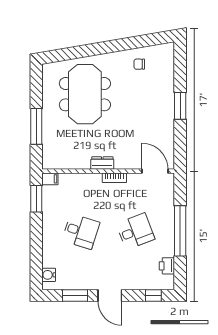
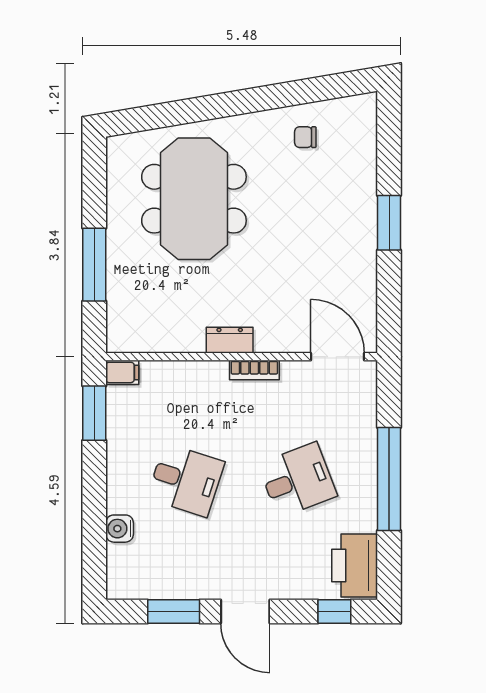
printer: (167, 266) -> (355, 565), width x1.87, depth x1.48
water cooler: (49, 275) -> (120, 529), moved

